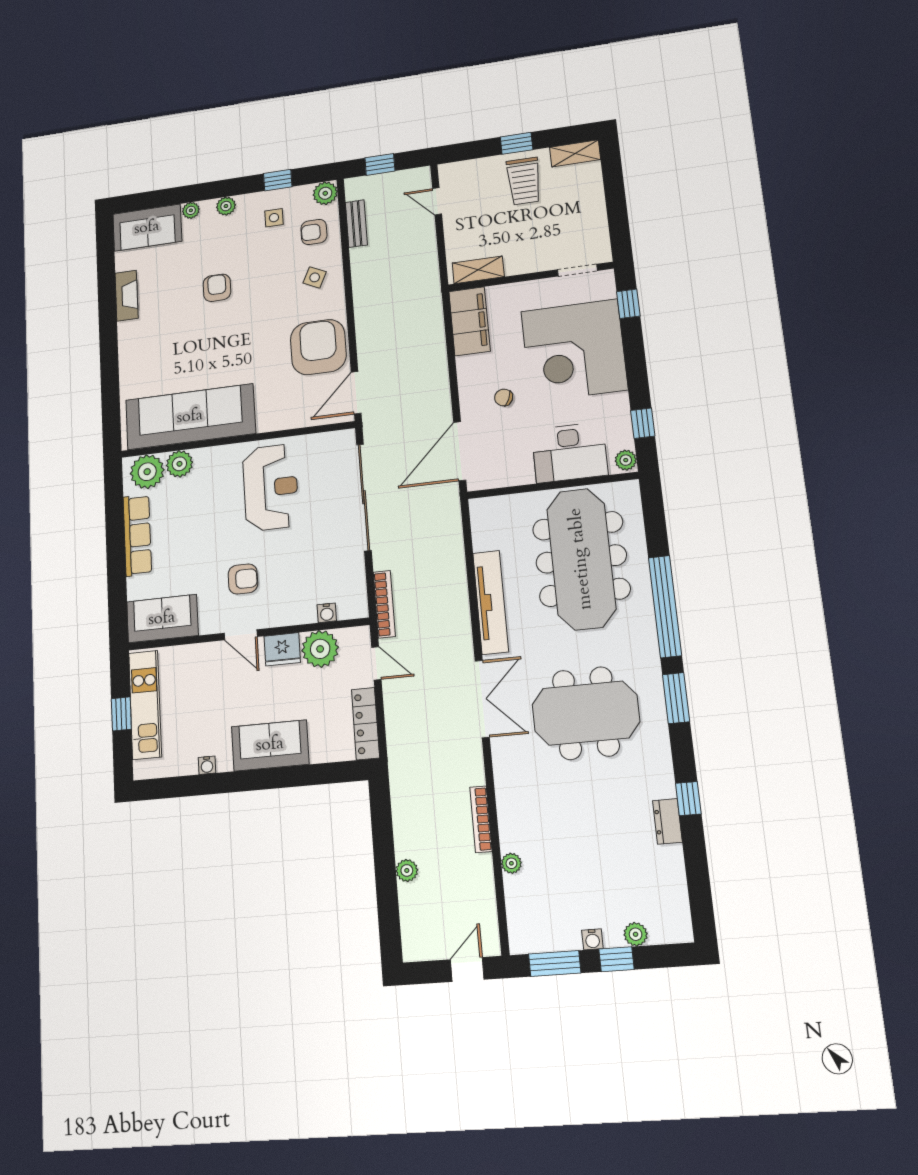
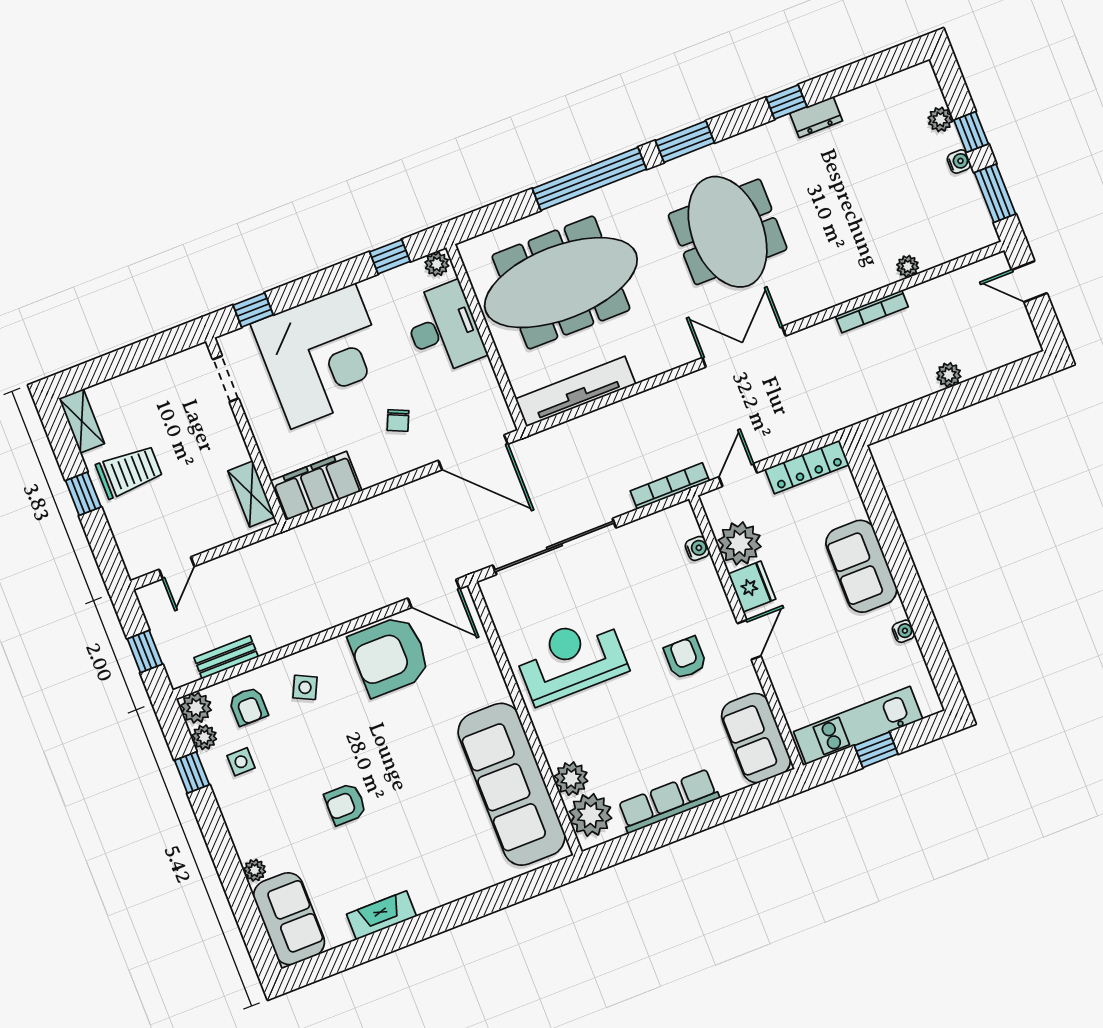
plant: (226, 206) -> (204, 737), moved
tv unit: (491, 602) -> (575, 392), moved

